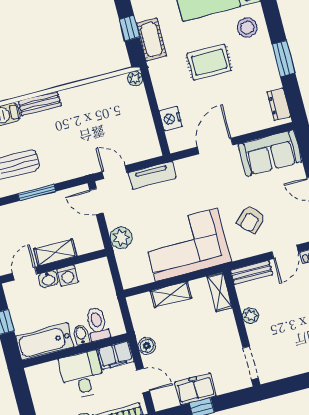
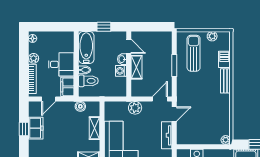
boiler: (147, 346) -> (80, 106), moved

